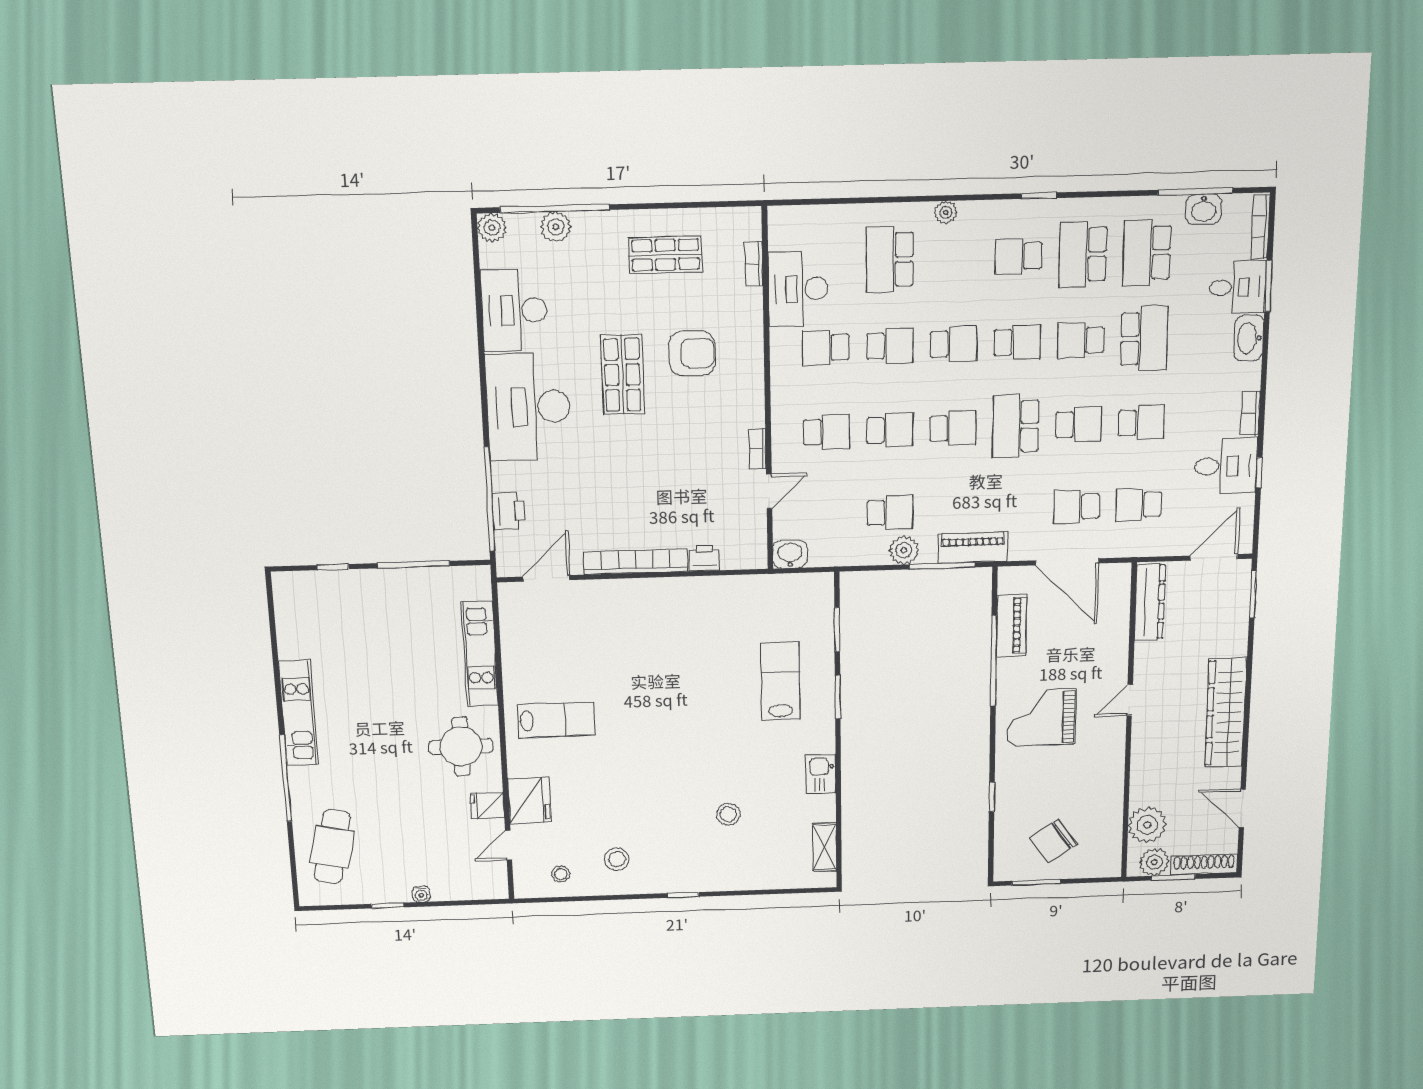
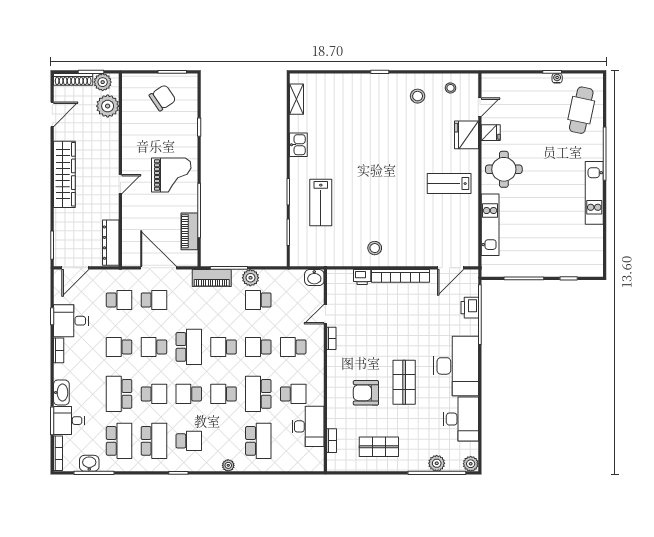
school desk: (890, 346) -> (258, 394), width x1.85
door: (1242, 808) -> (52, 114), hinge flipped
stool: (728, 814) -> (375, 248), moved
water cooler: (421, 894) -> (557, 78), moved

